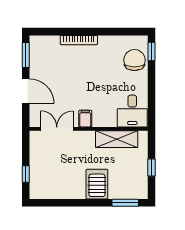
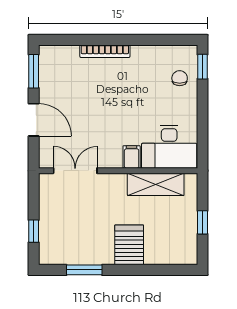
chair: (134, 60) -> (180, 78), width x0.54, depth x0.54
desk: (132, 111) -> (169, 147), width x1.37
filing cabinet: (85, 119) -> (132, 157), moved
window: (125, 203) -> (84, 270), moved

